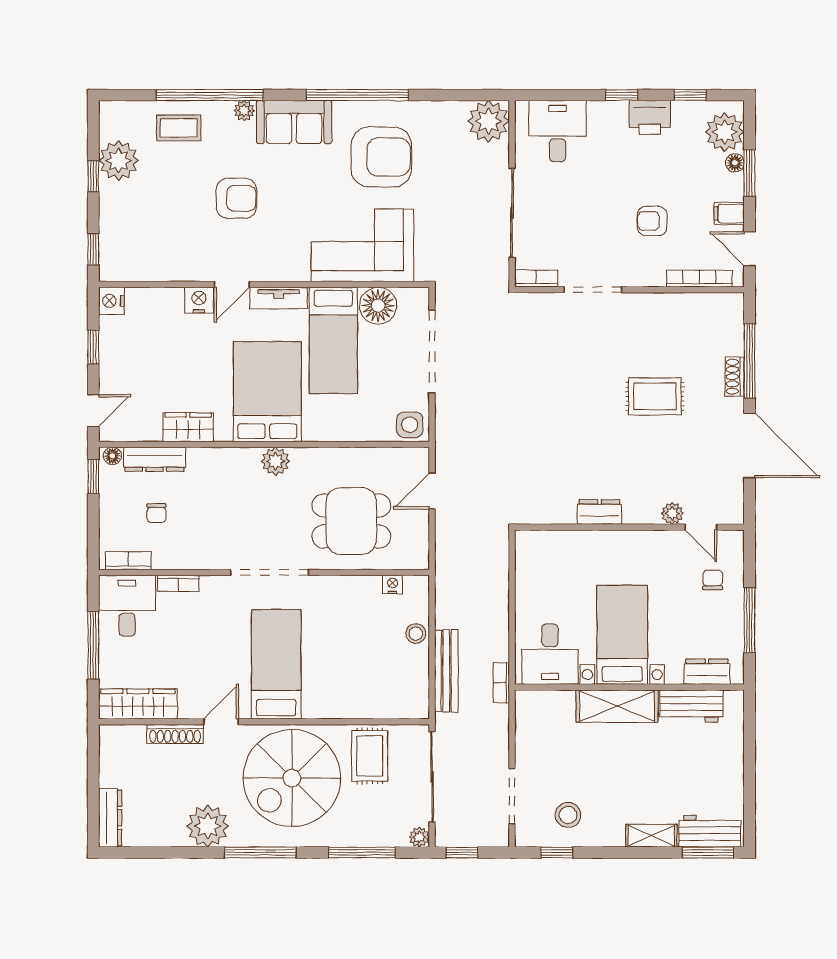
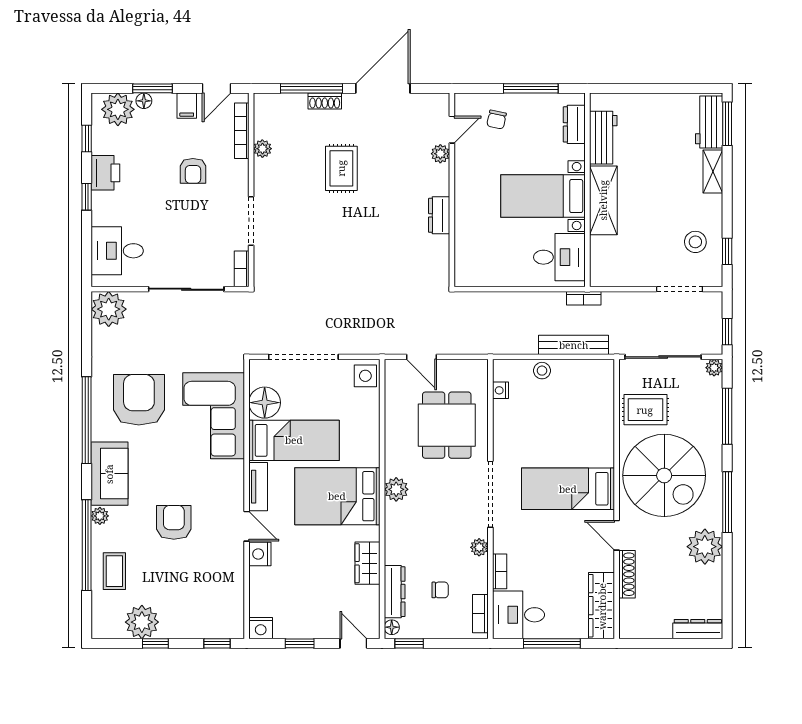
plant: (678, 303) -> (262, 149), added
plant: (207, 559) -> (479, 547), added
chair: (713, 580) -> (497, 120), turned -78

